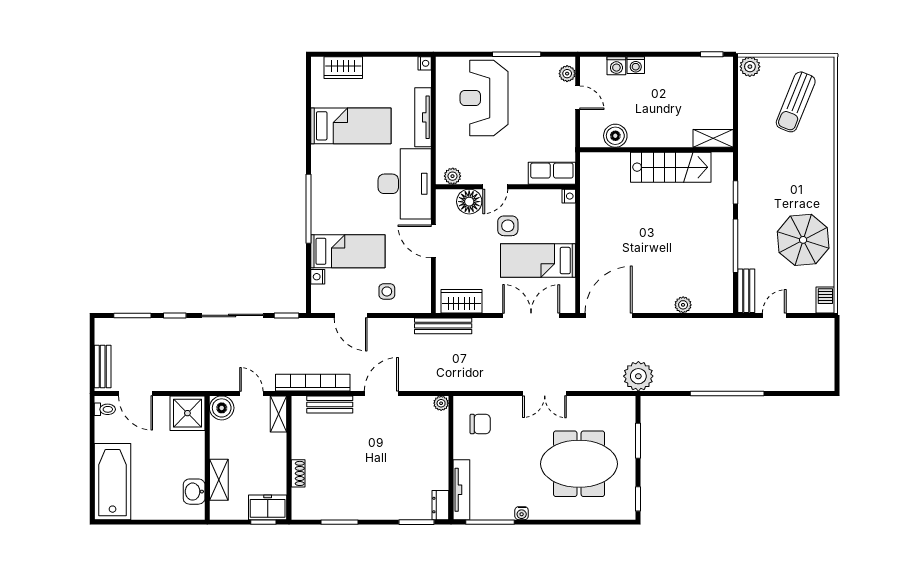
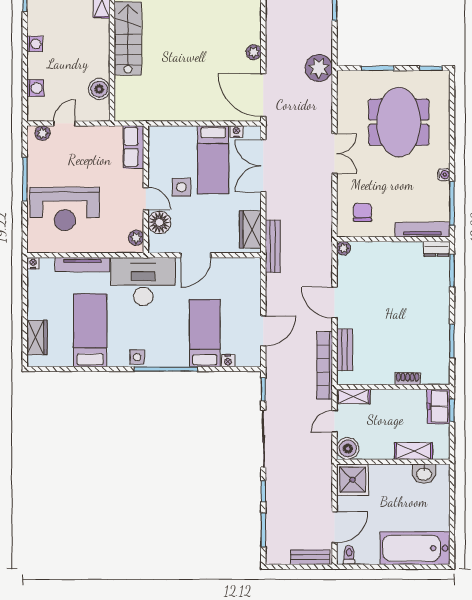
washing machine: (636, 65) -> (35, 44), moved
nightstand: (569, 196) -> (236, 132), moved
side table: (387, 291) -> (137, 357), moved
plant: (683, 305) -> (254, 52), moved

